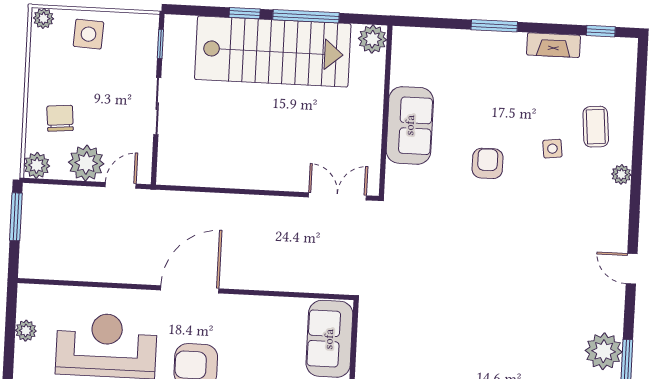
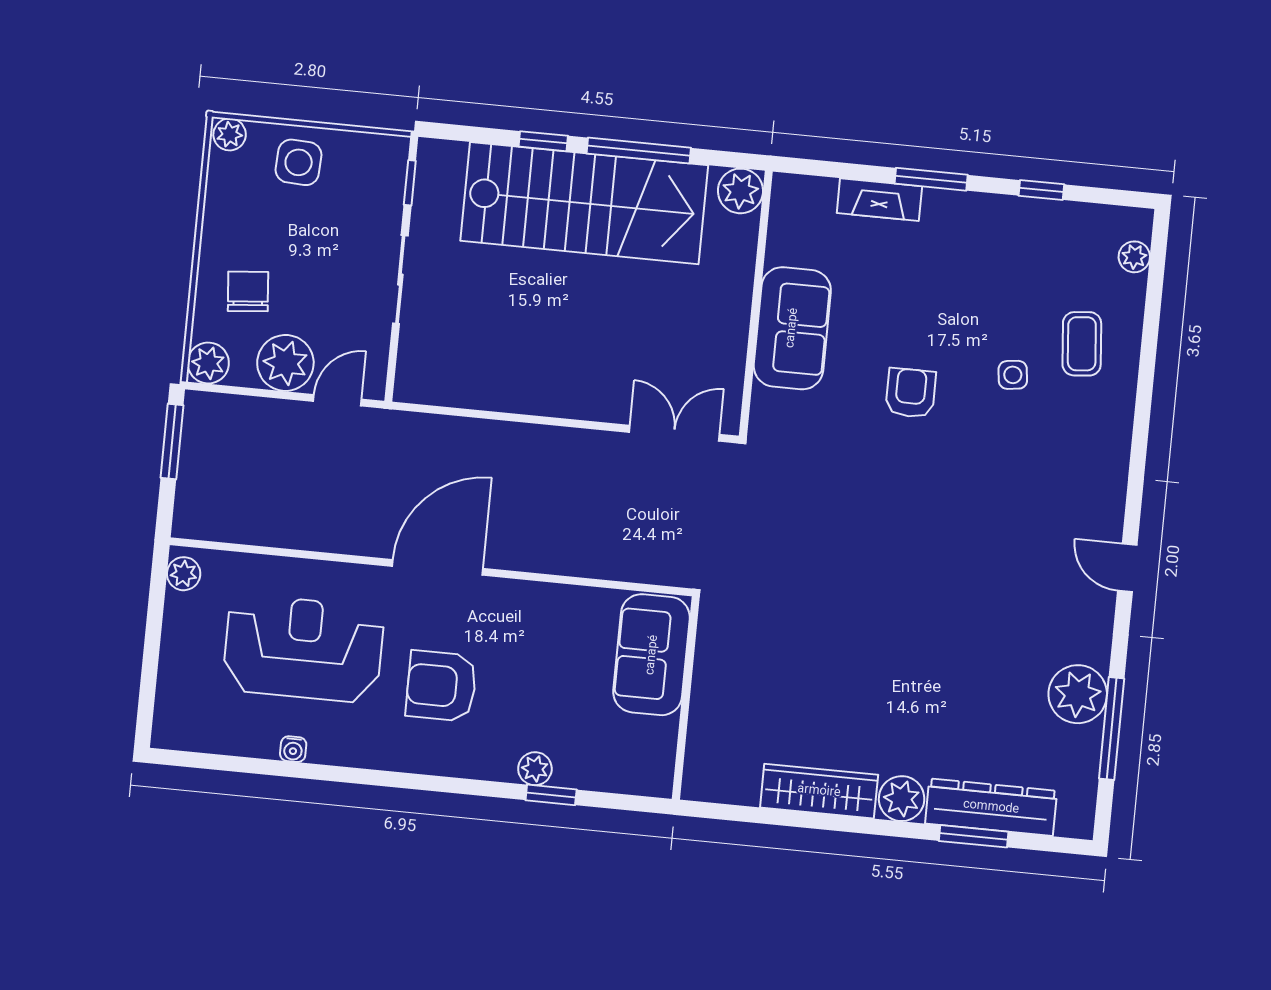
window: (601, 31) -> (1041, 190), moved
fireplace: (553, 45) -> (879, 200), moved
plant: (621, 174) -> (1134, 257), moved
plant: (26, 331) -> (184, 574), moved

